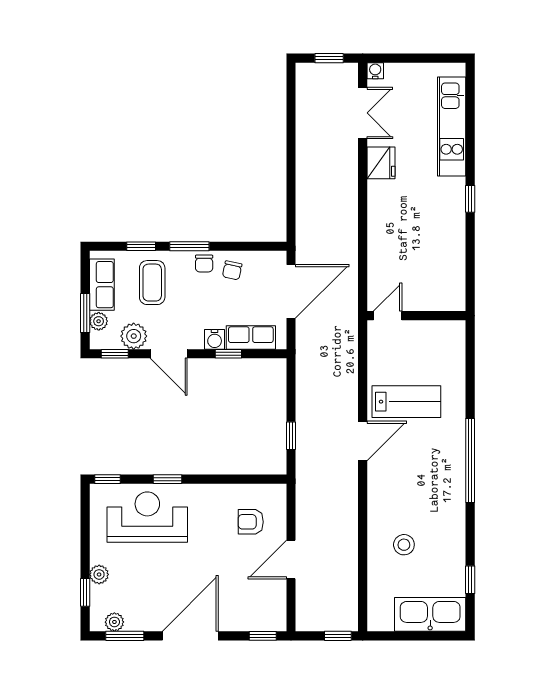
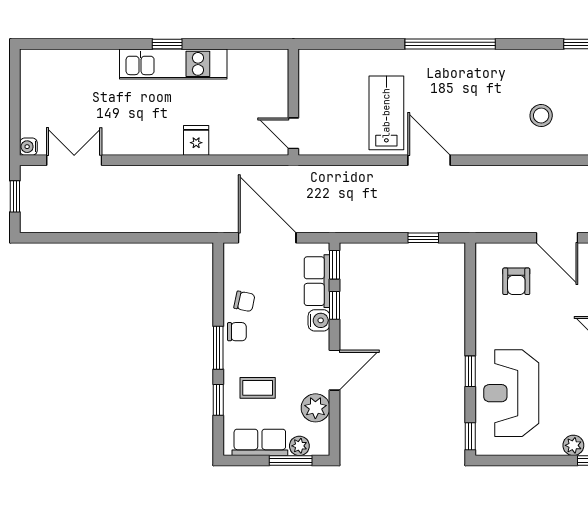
kitchen unit: (452, 126) -> (173, 64), moved
fridge: (381, 163) -> (196, 140), moved, width x0.72
coffee table: (152, 283) -> (258, 388), width x0.73, depth x0.77
window: (115, 354) -> (335, 265), moved

